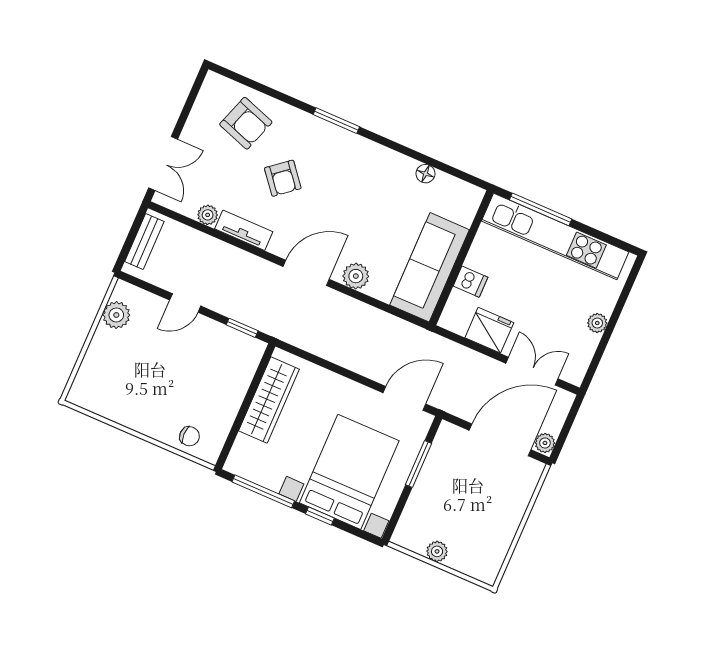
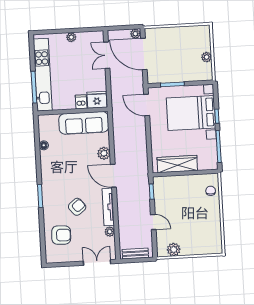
armchair: (246, 123) -> (61, 235), turned 73
tv unit: (244, 230) -> (108, 207), width x1.41
fridge: (489, 330) -> (97, 100), moved, turned 90

